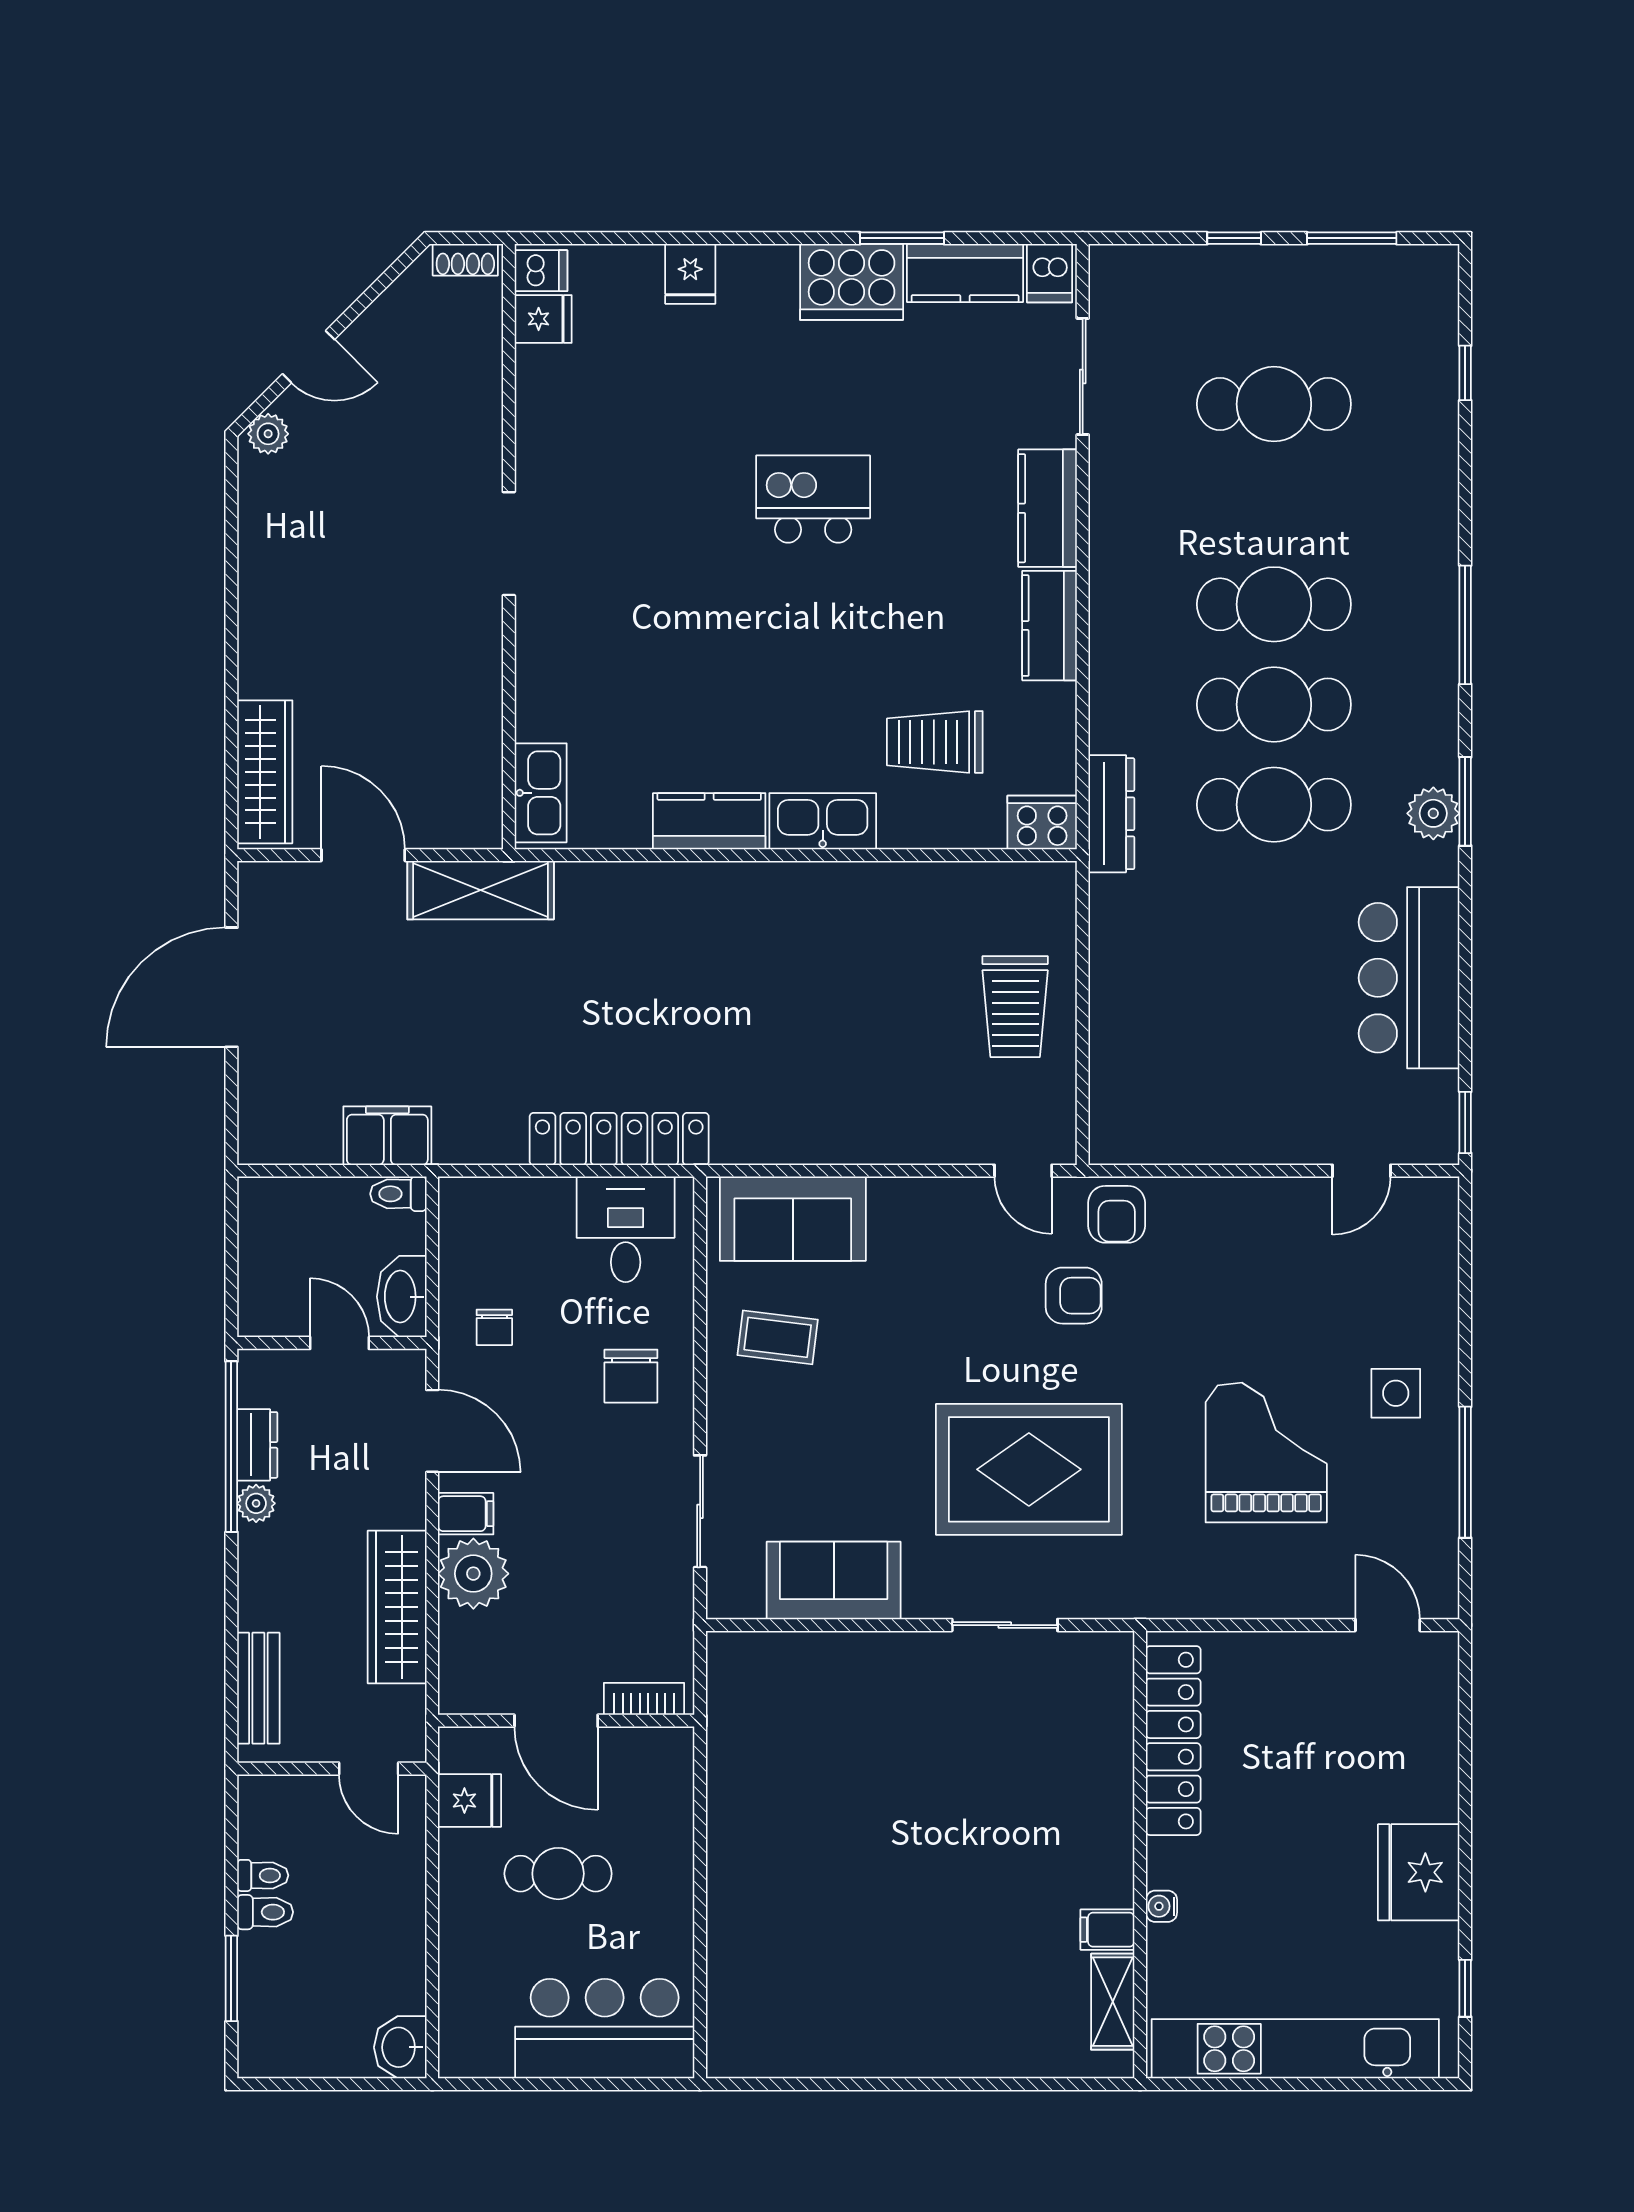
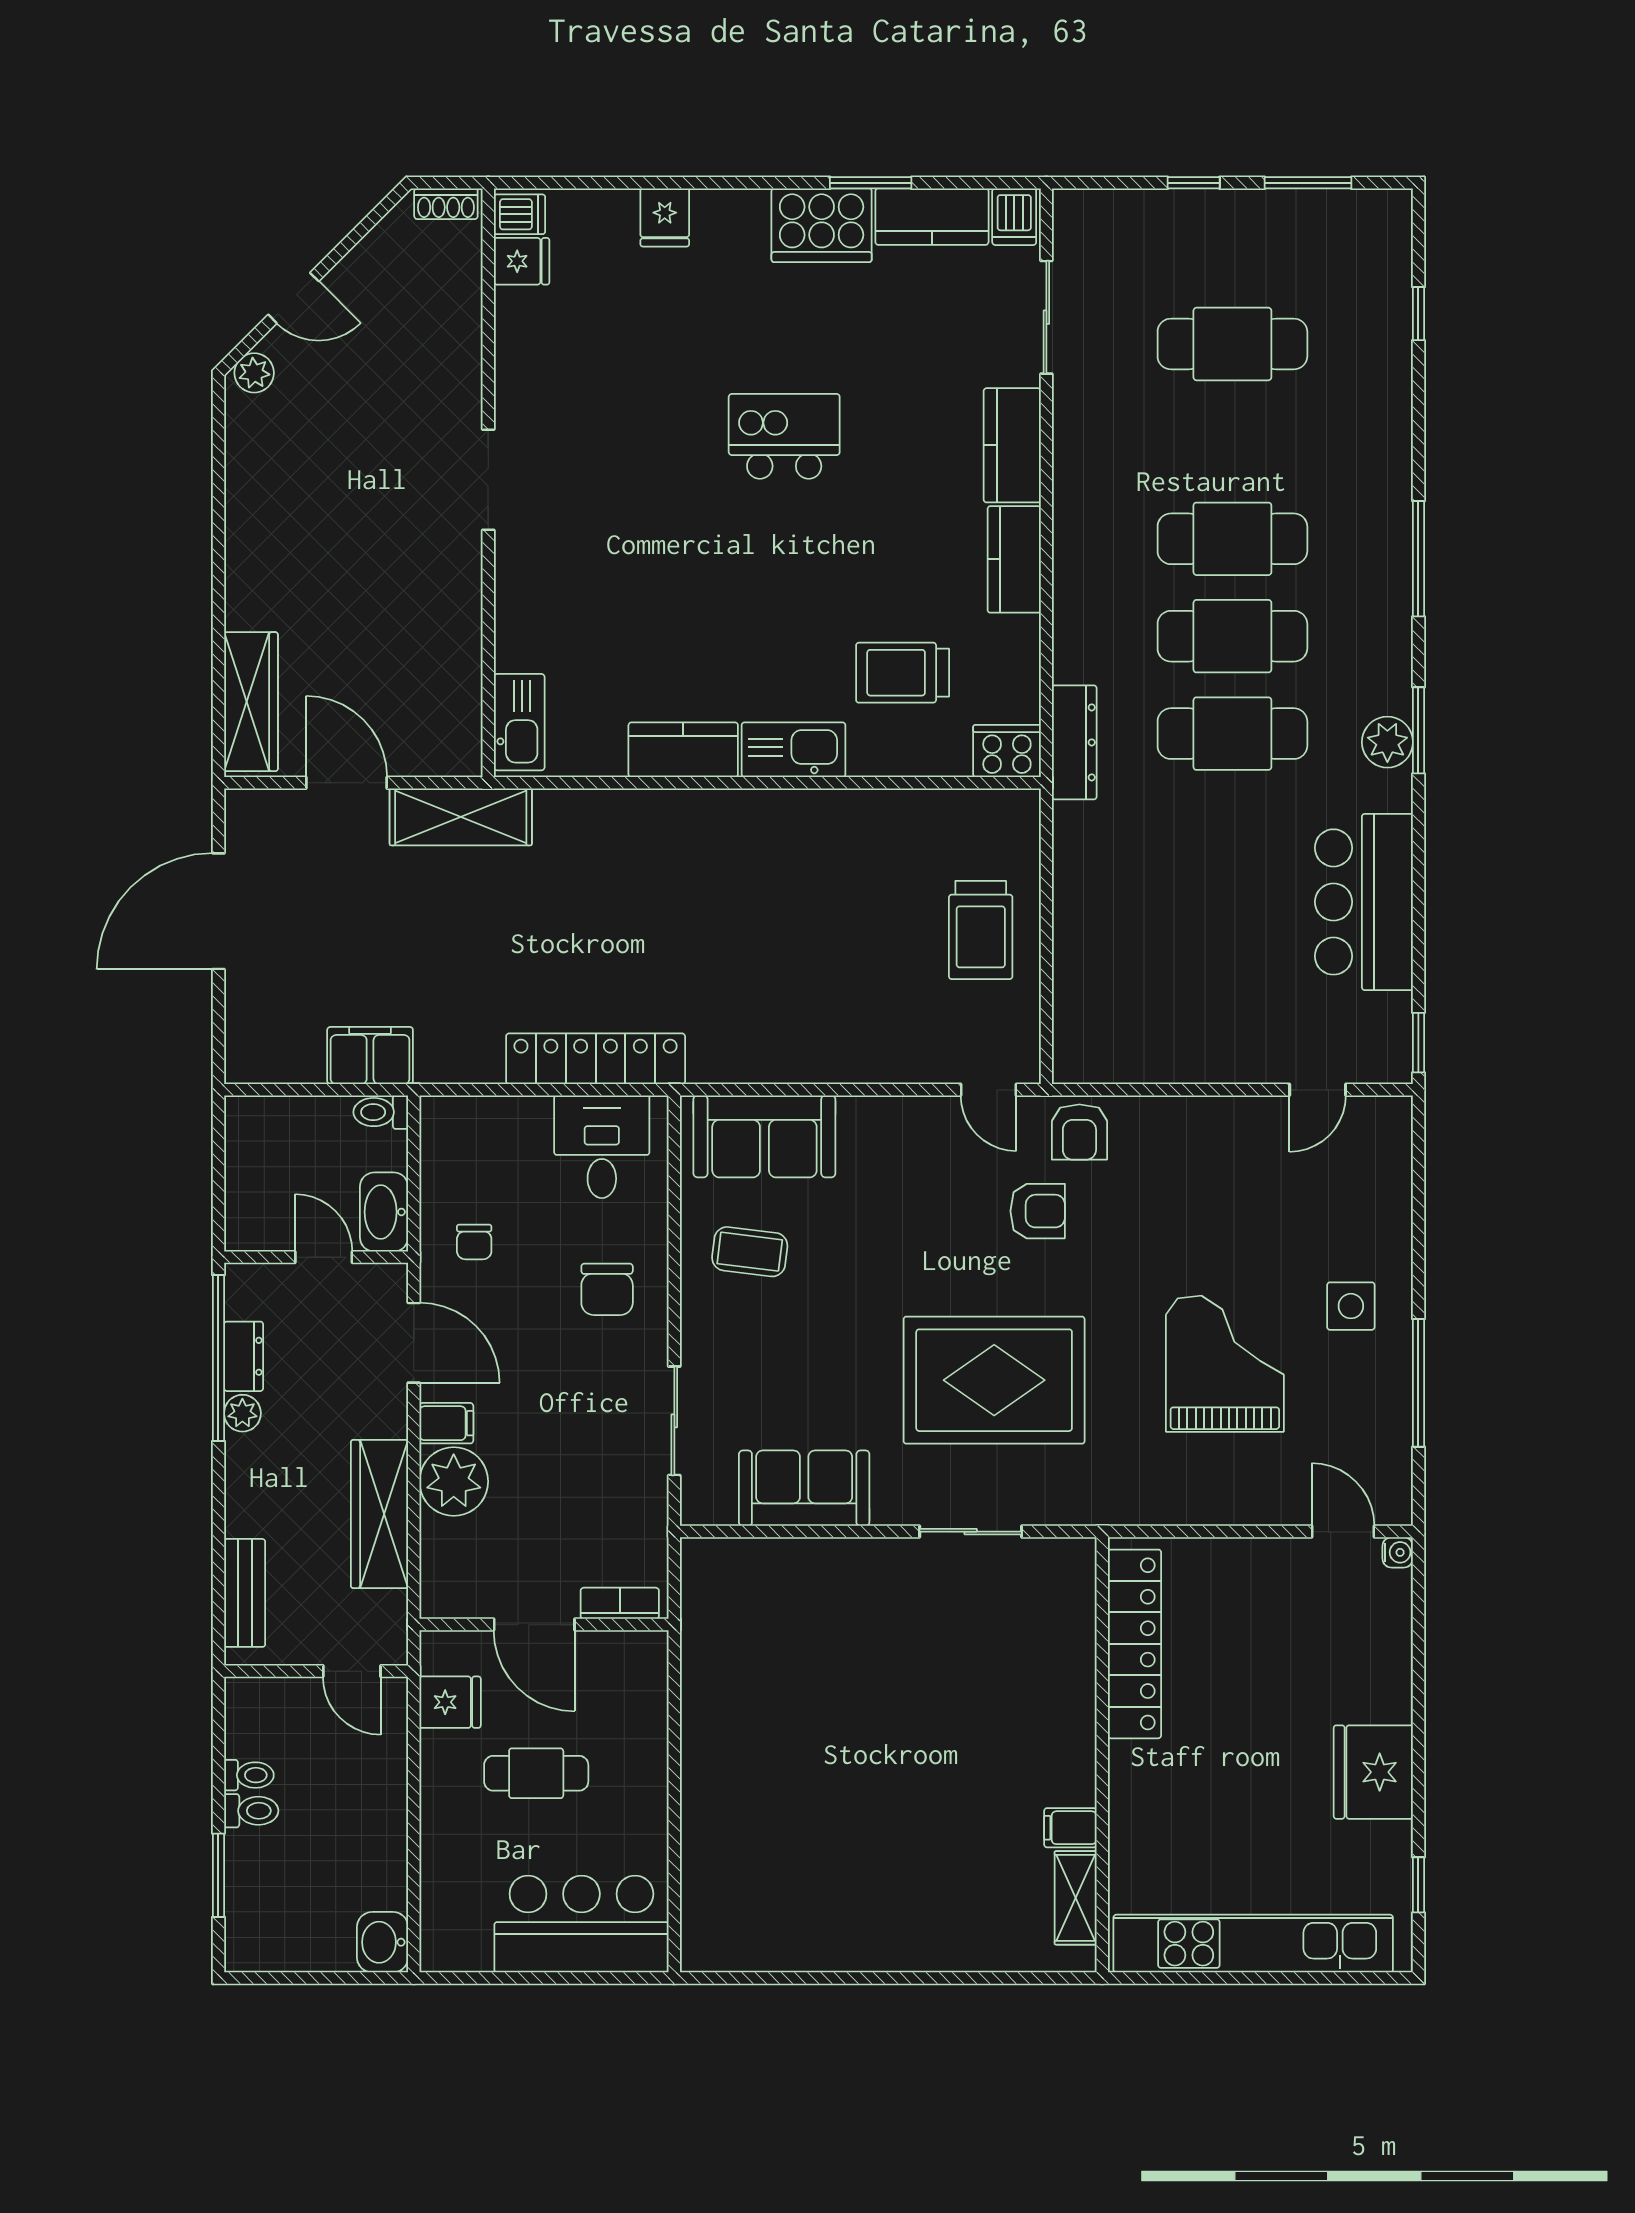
water cooler: (1161, 1906) -> (1398, 1552), moved, turned 180

